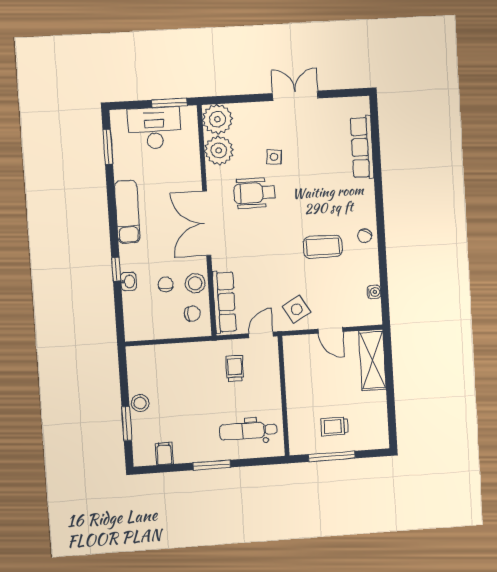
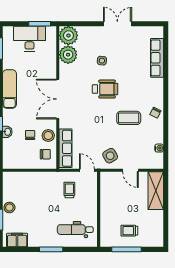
wheelchair: (254, 193) -> (105, 89), moved, turned 180
door: (261, 335) -> (87, 170), hinge flipped
filing cabinet: (164, 454) -> (17, 240), width x2.00

